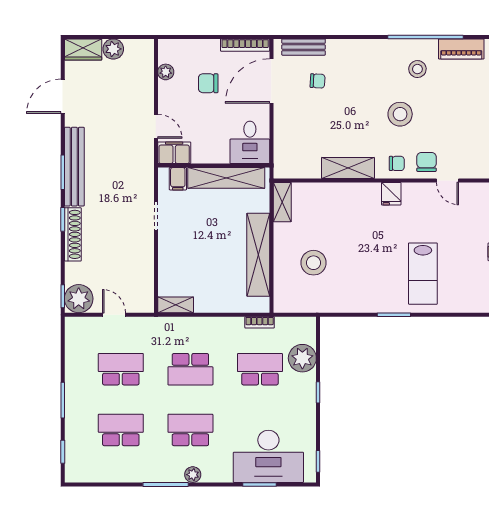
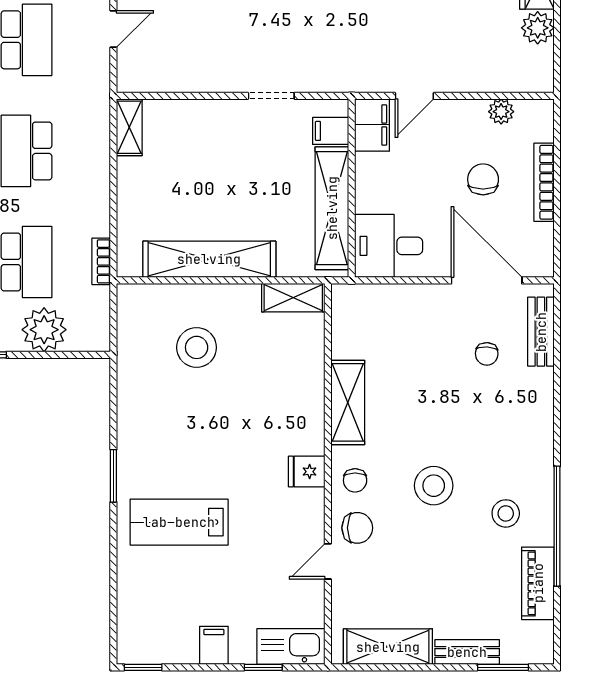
bookcase: (245, 45) -> (544, 182), moved

